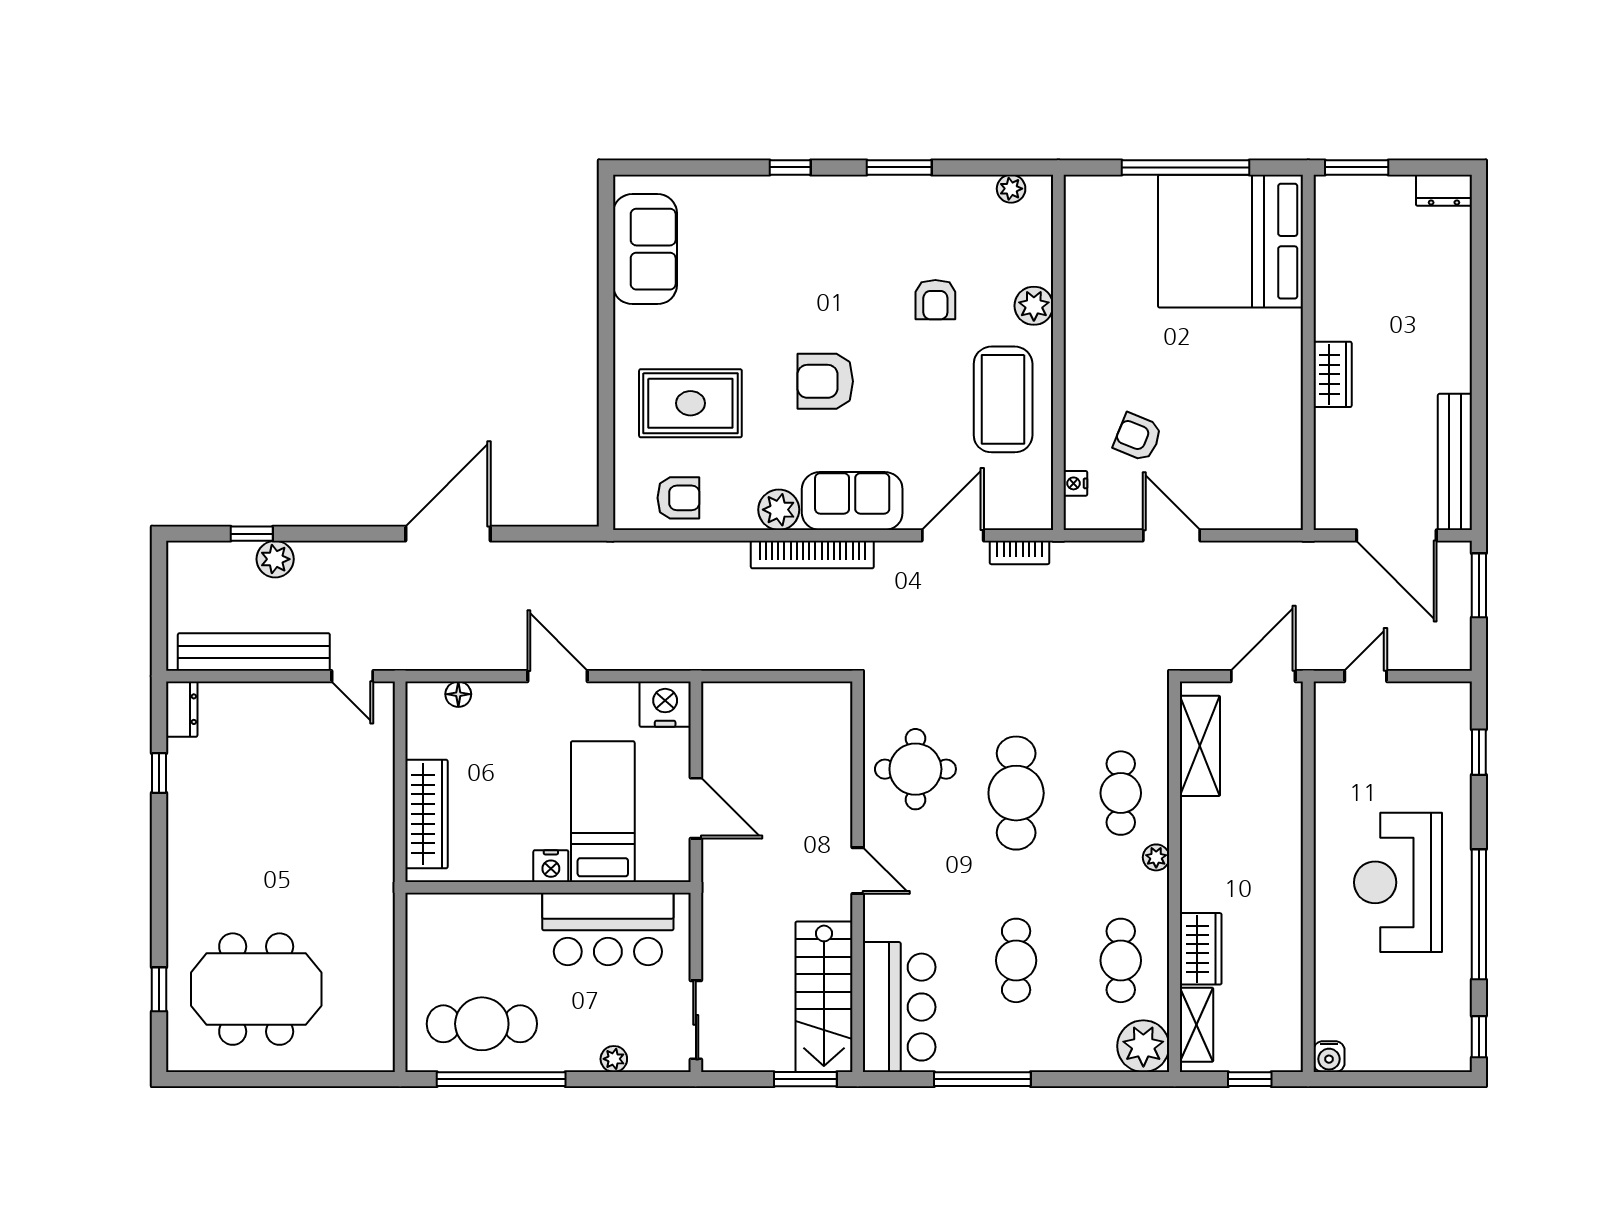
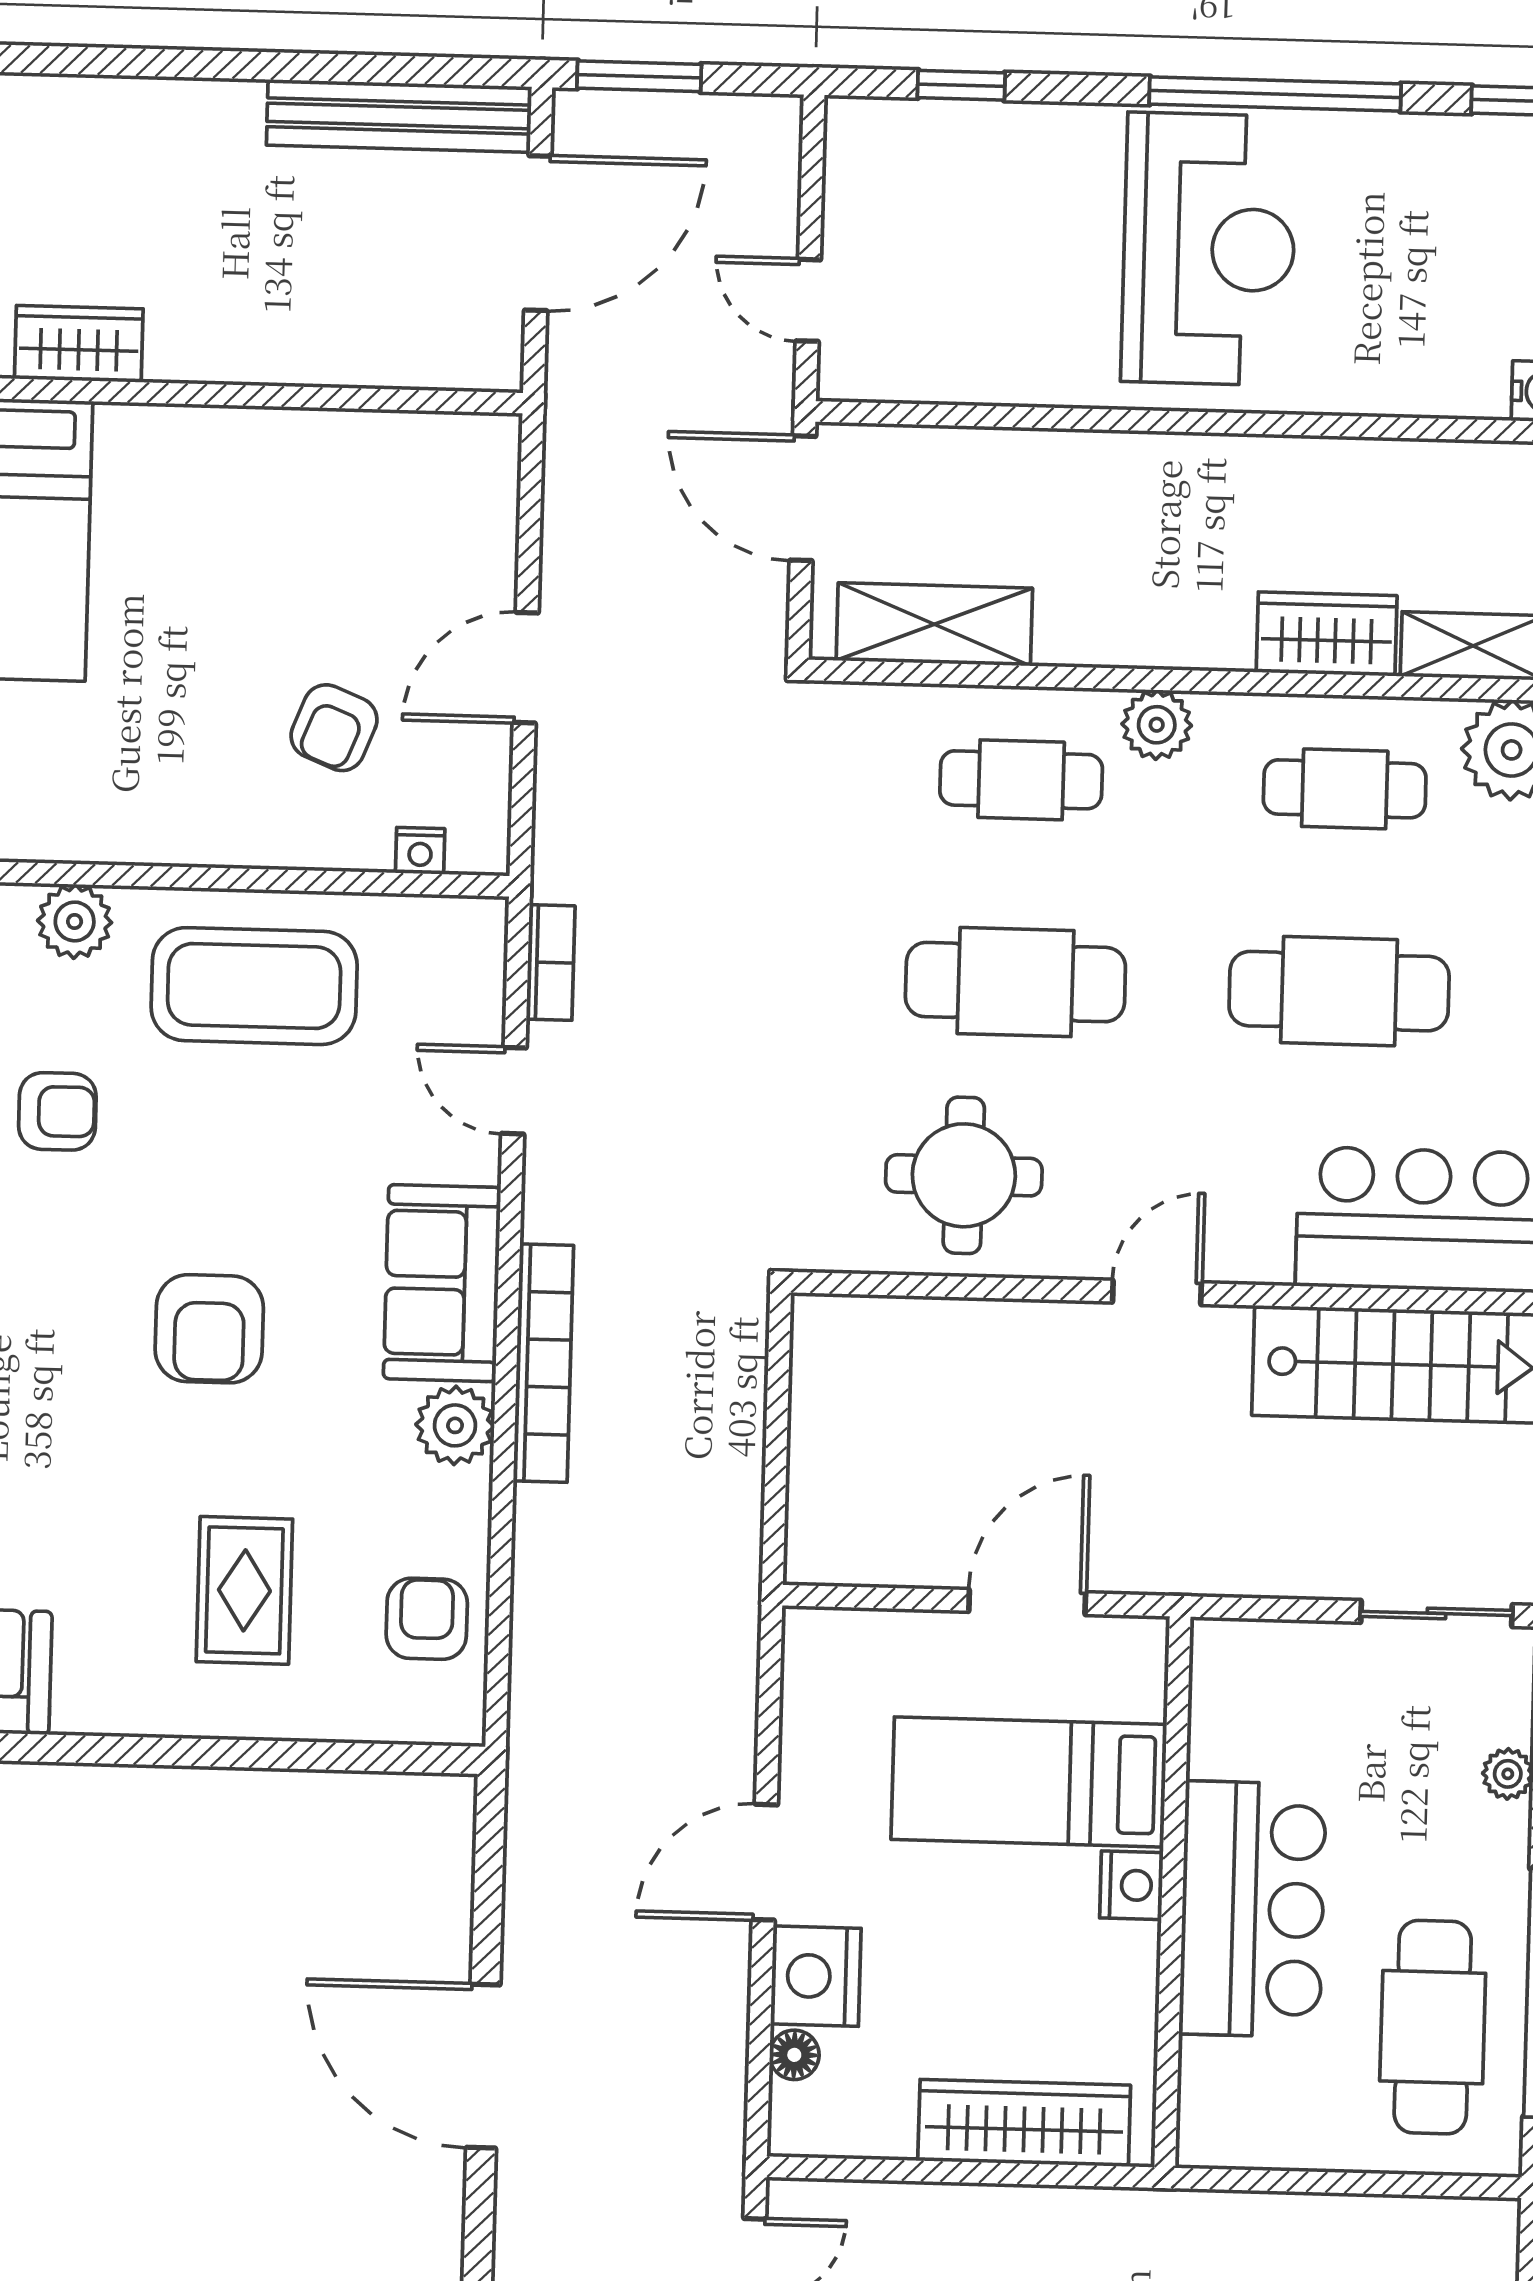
wardrobe: (1333, 374) -> (79, 344), moved
rug: (690, 403) -> (244, 1590), width x0.73, depth x0.70
door: (953, 535) -> (514, 1091), width x0.73
nightstand: (665, 704) -> (816, 1976), moved
plant: (1156, 857) -> (1157, 725), width x1.38, depth x1.38
reception desk: (1398, 882) -> (1209, 249), turned -90
bar counter: (608, 929) -> (1253, 1909), moved
cafe table: (1016, 960) -> (1339, 991), width x1.37, depth x1.35

